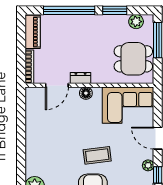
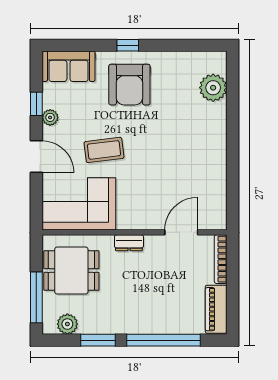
dresser: (80, 78) -> (129, 243), moved
floor lamp: (86, 93) -> (139, 221), removed
coffee table: (97, 155) -> (104, 150), moved

